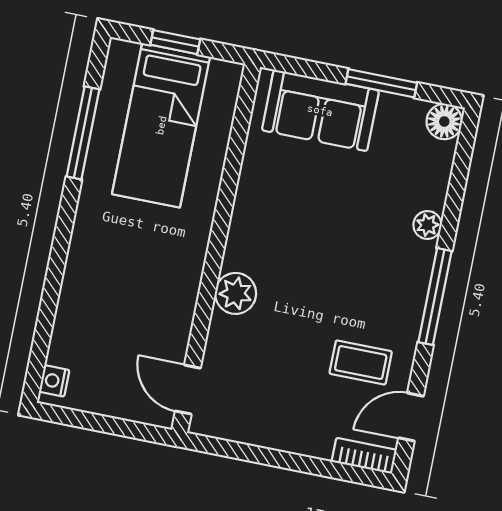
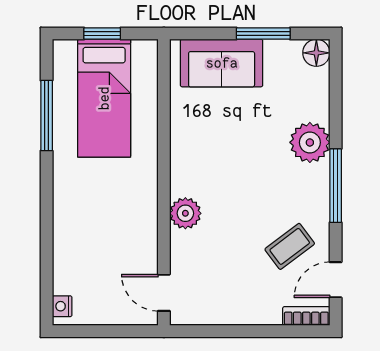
plant: (427, 225) -> (310, 142), width x1.88, depth x1.88
coffee table: (361, 362) -> (290, 246), turned -37

